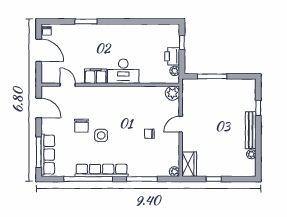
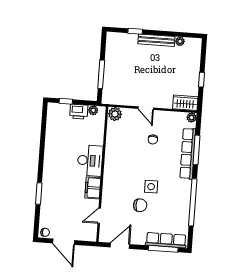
door: (39, 50) -> (64, 242), swing flipped
row of seats: (102, 170) -> (188, 154), moved

